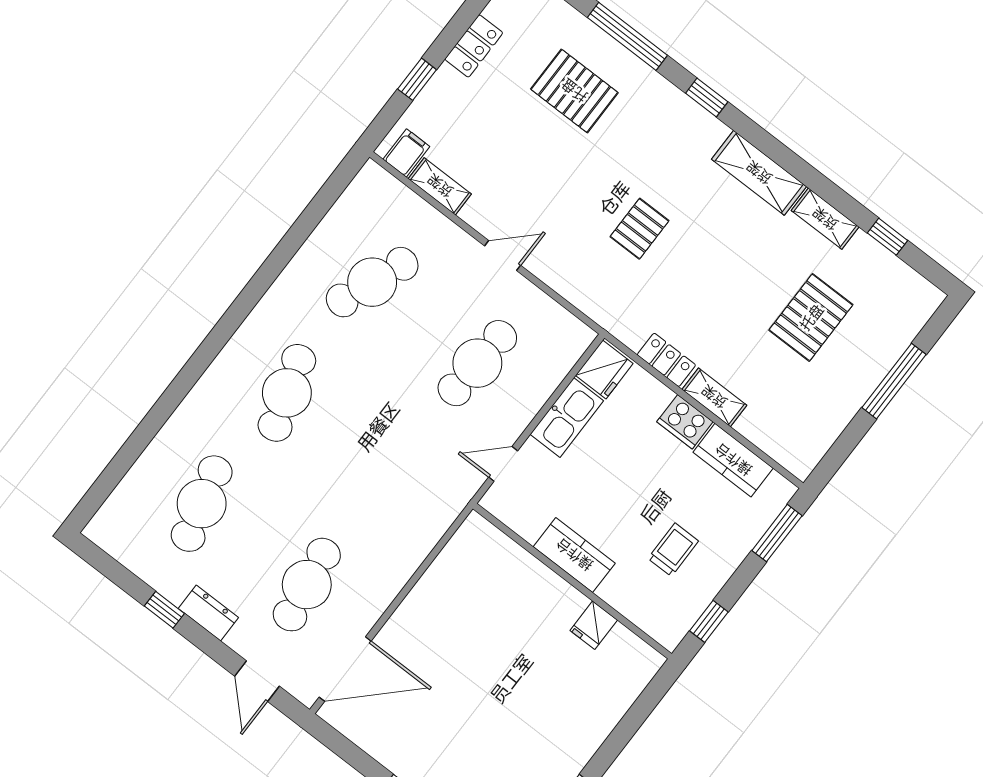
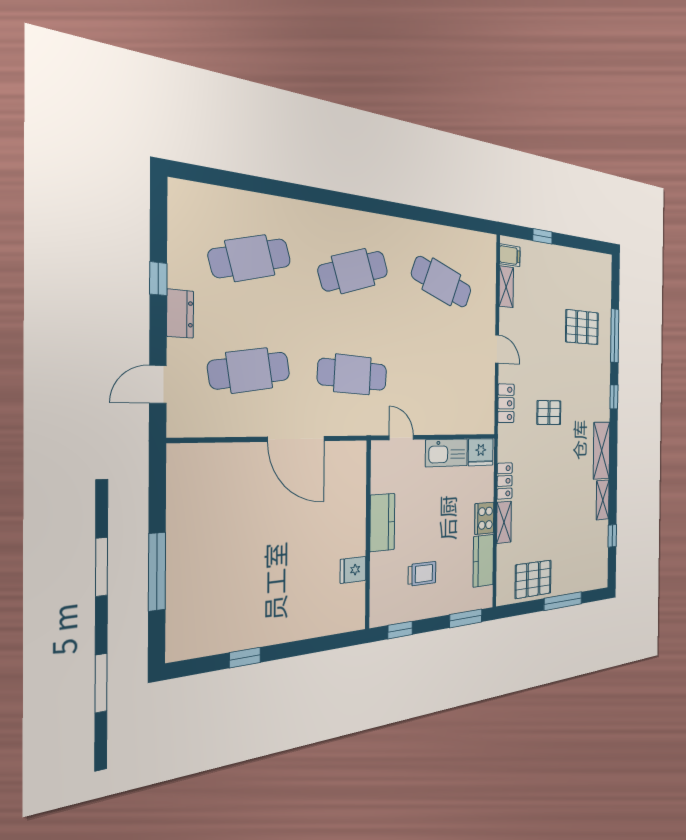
locker: (474, 46) -> (506, 403), moved, turned -90
pallet: (574, 91) -> (582, 327), turned 90
pallet: (811, 317) -> (533, 579), moved
cafe table: (477, 363) -> (353, 374), moved
door: (345, 669) -> (296, 439), moved

